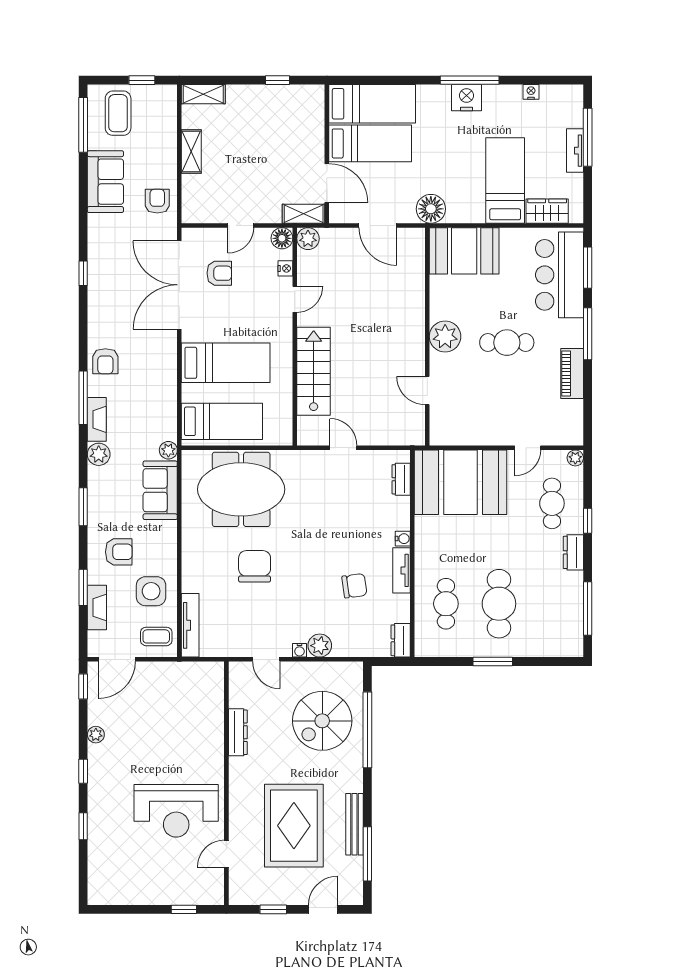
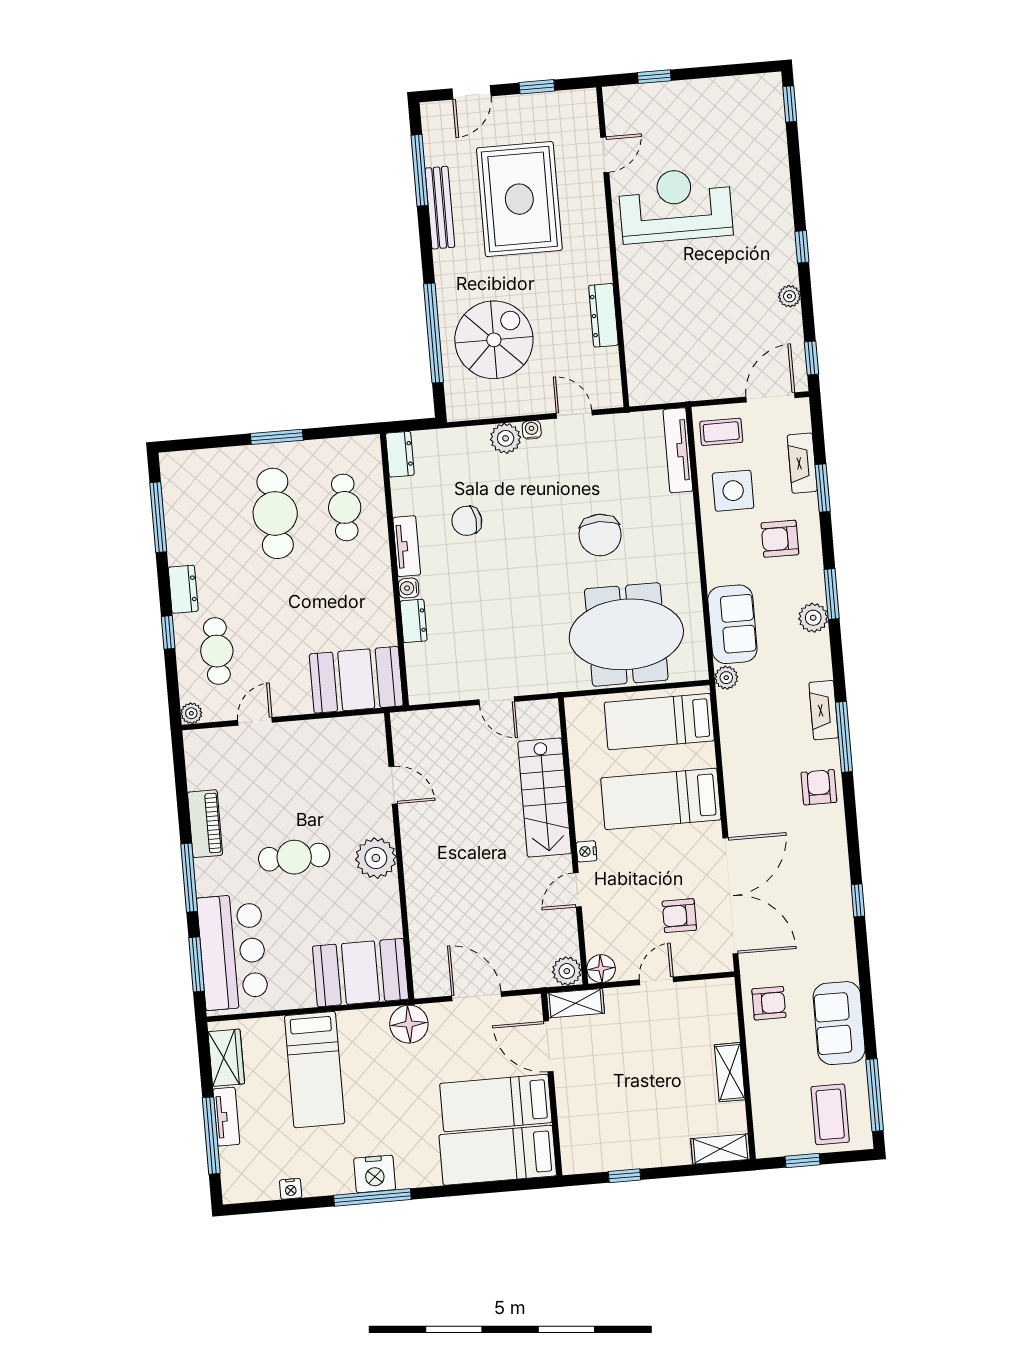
armchair: (157, 201) -> (769, 1003), turned -90
wardrobe: (547, 211) -> (226, 1058), moved, turned -90
nightstand: (285, 268) -> (586, 851), moved
plant: (99, 454) -> (813, 618), moved
dresser: (401, 479) -> (414, 621), moved
booth: (461, 482) -> (356, 680), width x0.73, depth x0.70
window: (83, 826) -> (790, 104), moved

